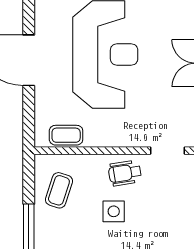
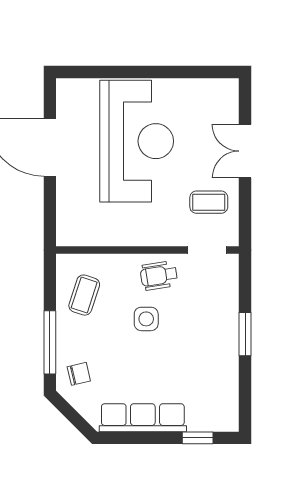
coffee table: (66, 135) -> (209, 202), moved

